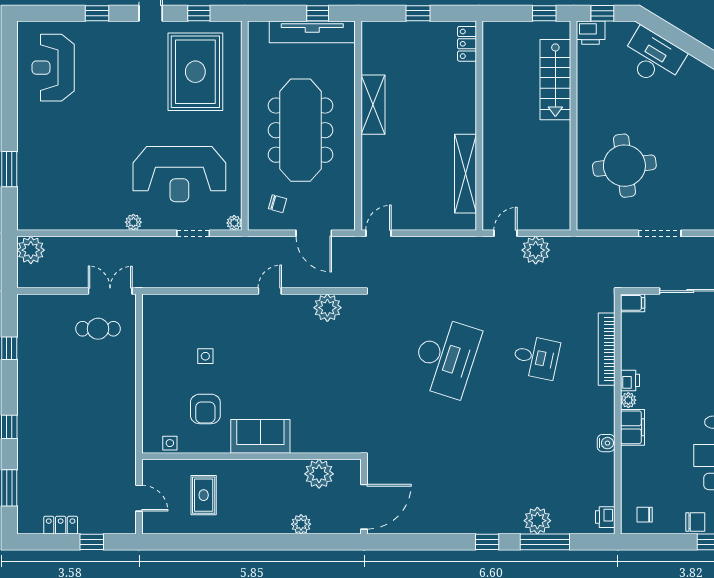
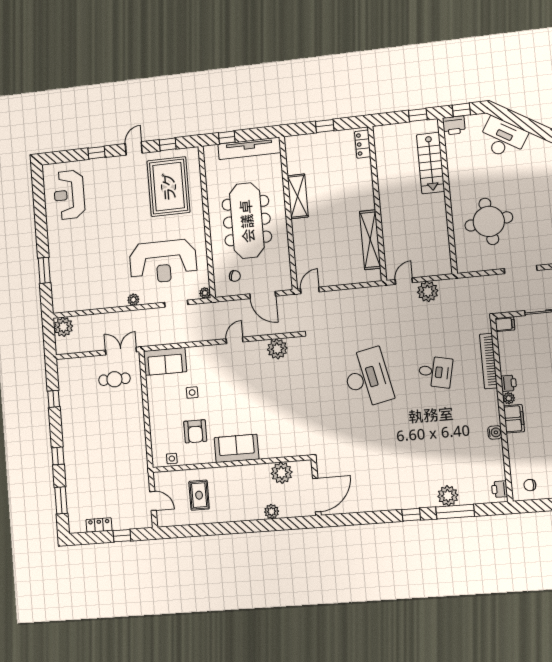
window: (318, 13) -> (227, 137), moved
sofa: (171, 311) -> (165, 361), added
desk: (446, 357) -> (367, 378), turned -30

